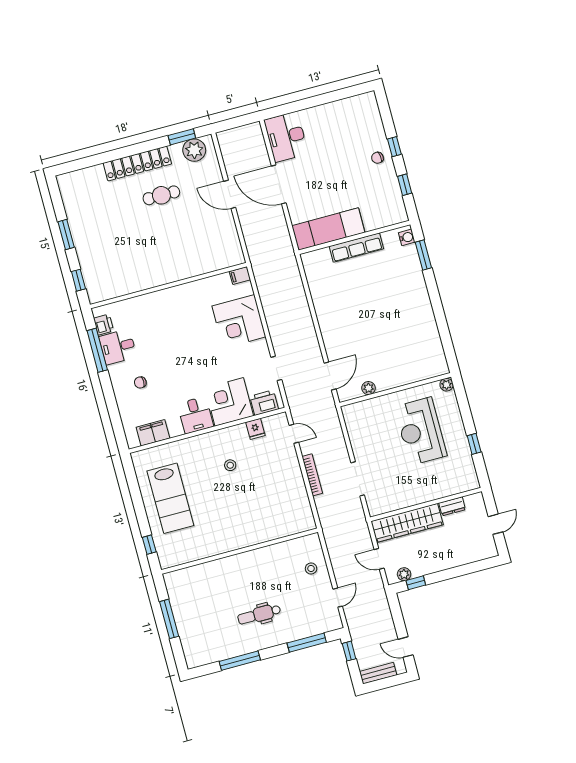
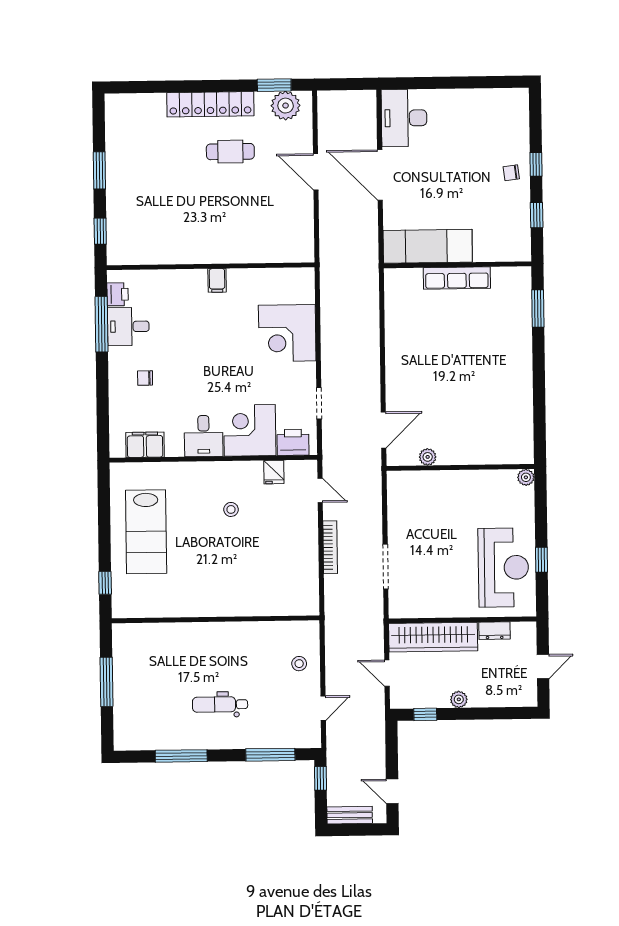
water cooler: (407, 237) -> (523, 281), removed
filing cabinet: (240, 276) -> (217, 280), moved, turned -90
reception desk: (421, 431) -> (503, 567), moved, turned 180
plant: (404, 574) -> (459, 699), moved

